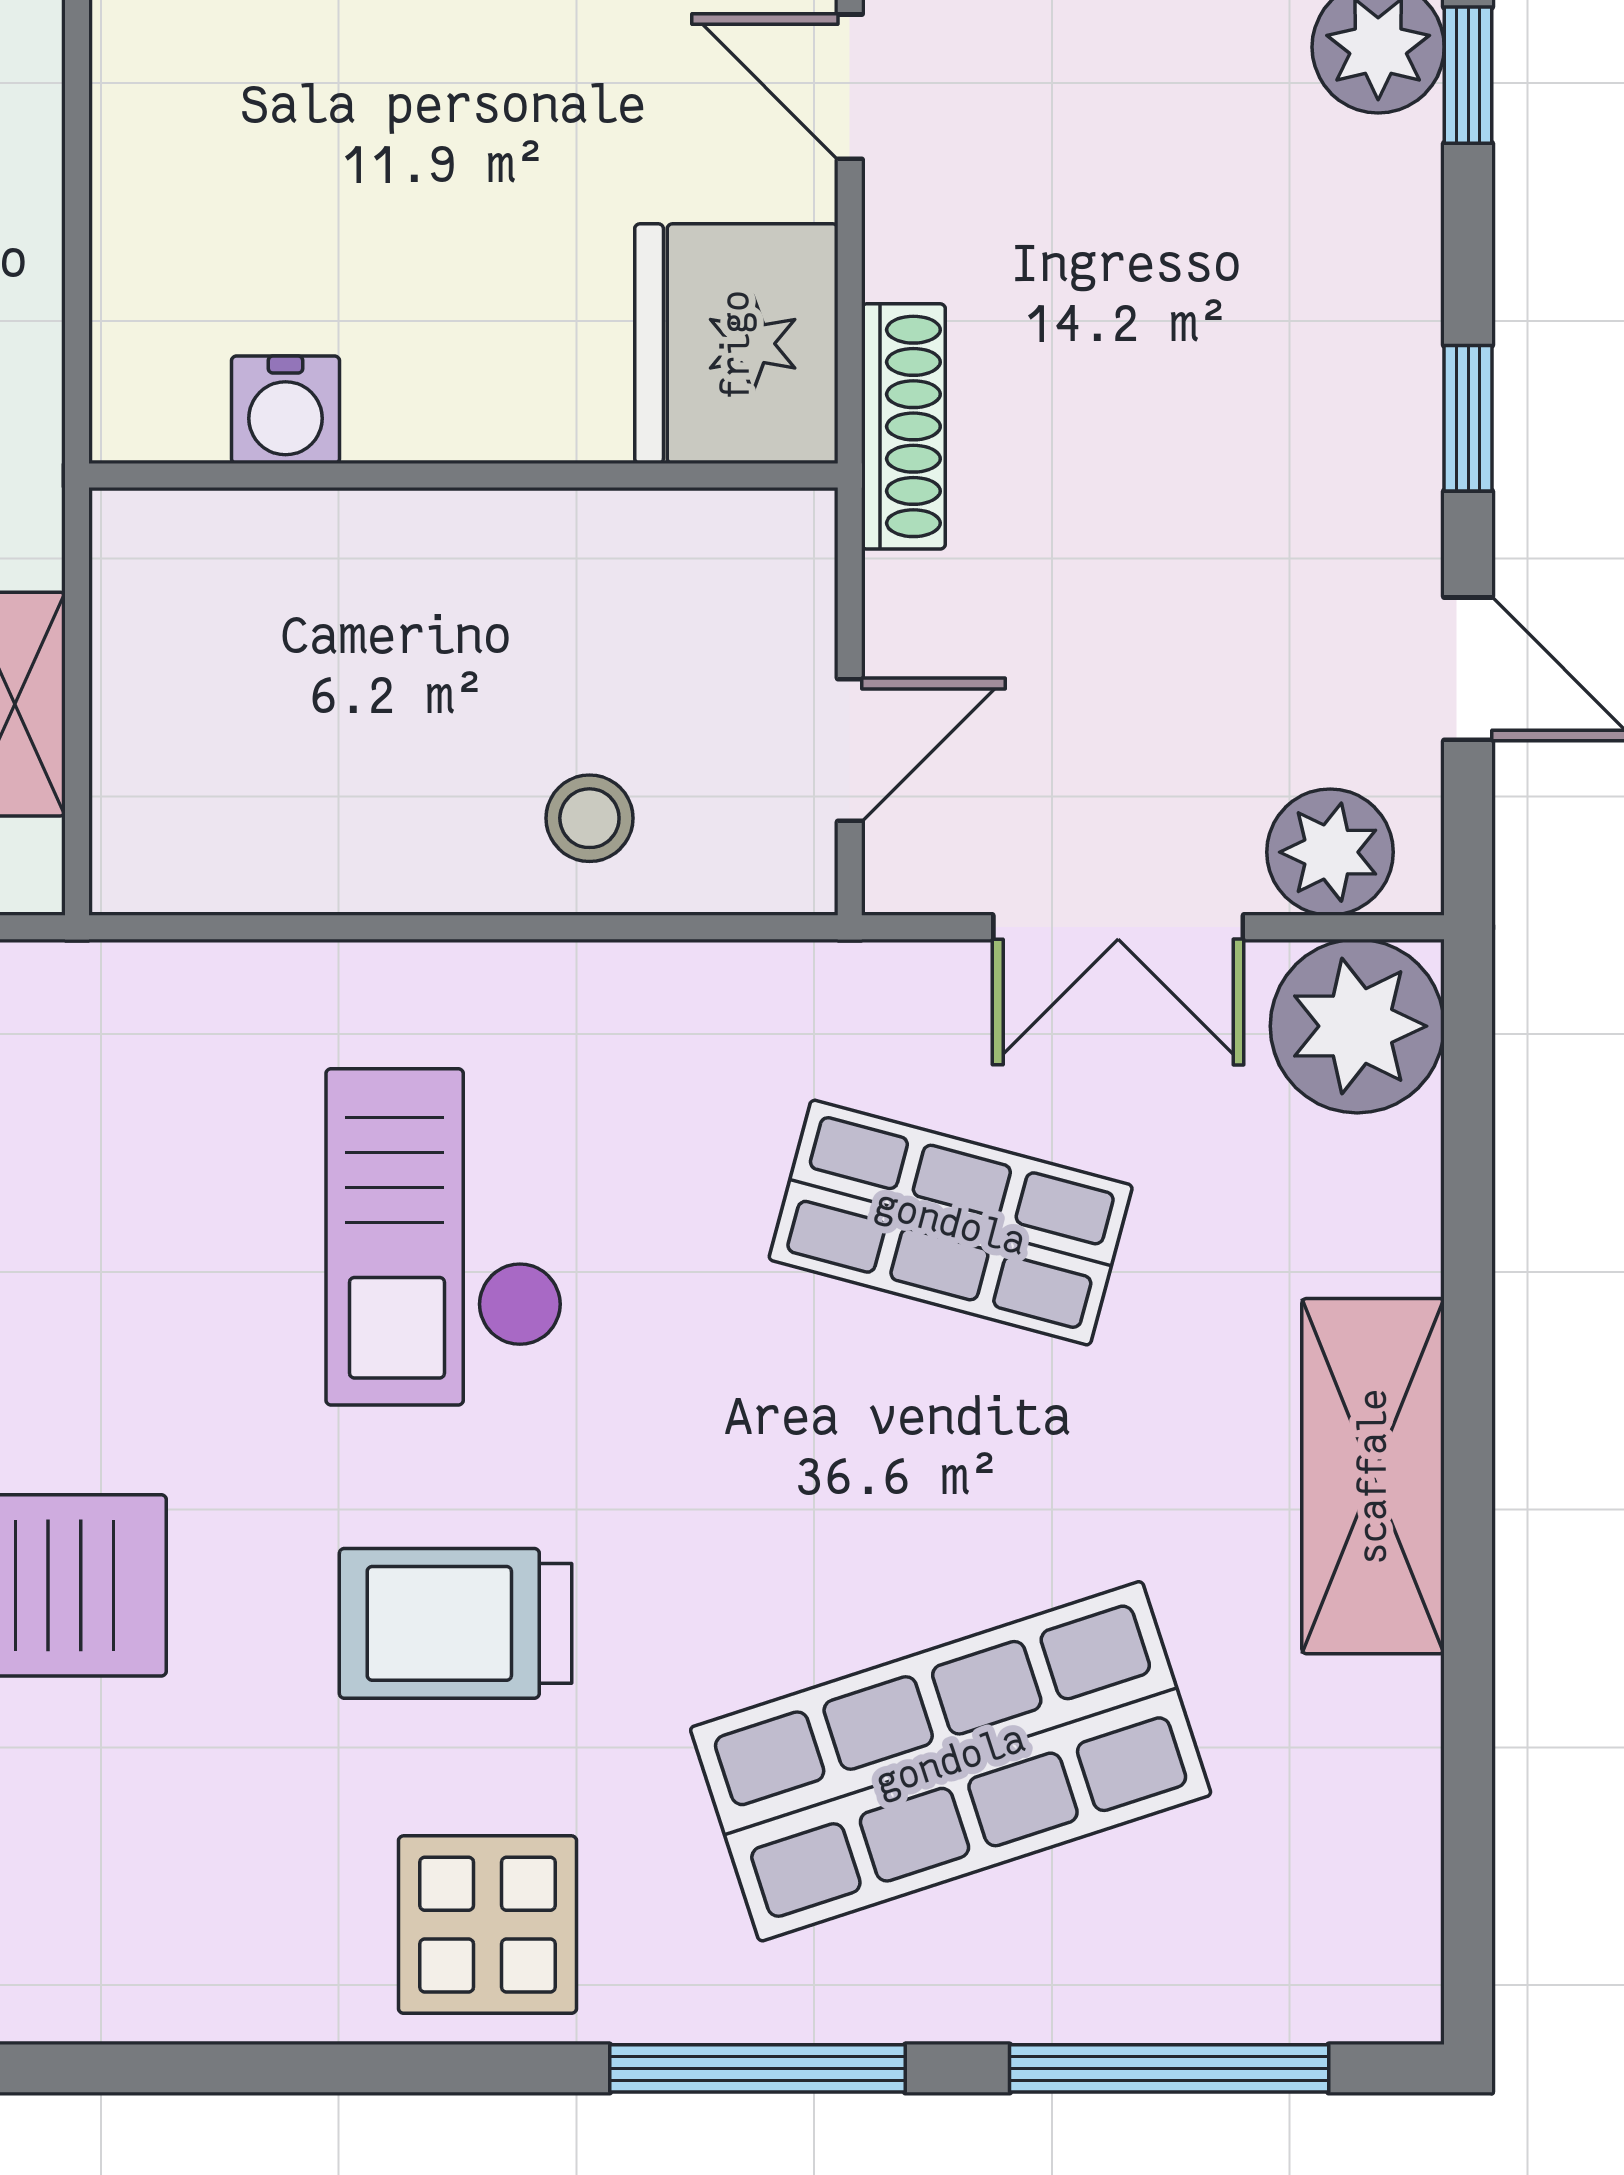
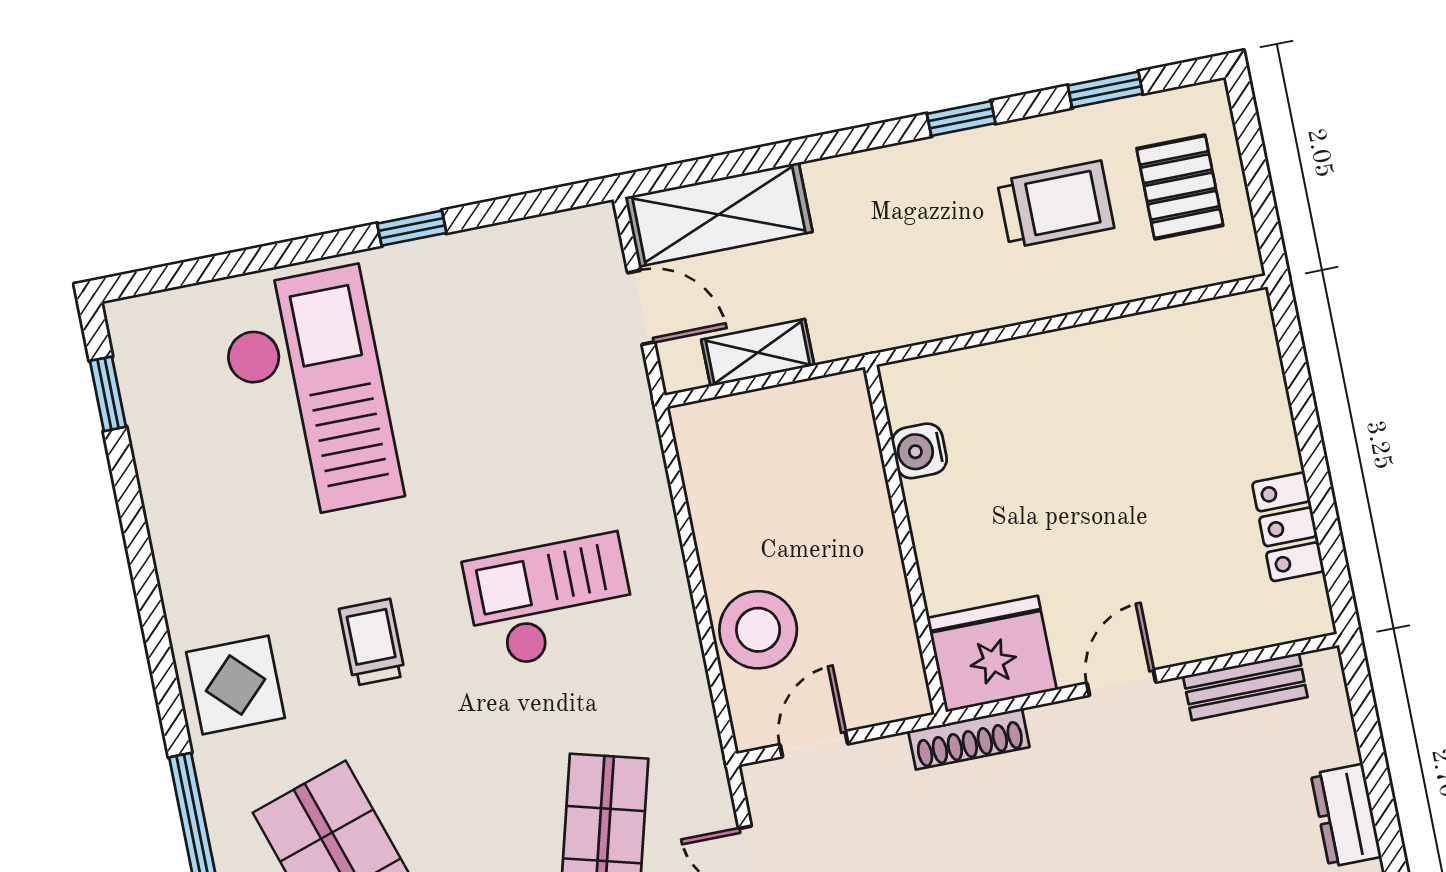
door: (850, 750) -> (814, 744), swing flipped
stool: (589, 818) -> (758, 630), width x1.89, depth x1.89
trolley: (456, 1623) -> (372, 642), width x0.73, depth x0.72

